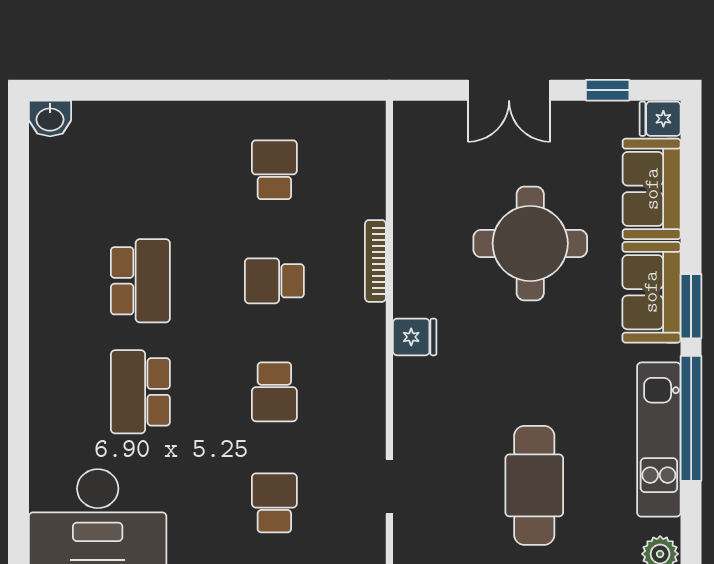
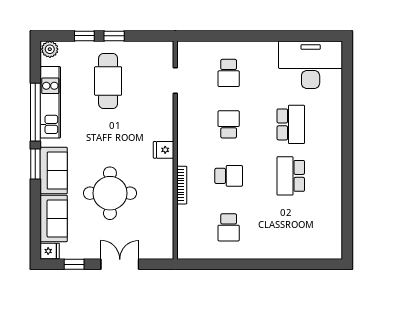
washbasin: (50, 118) -> (333, 251), removed

